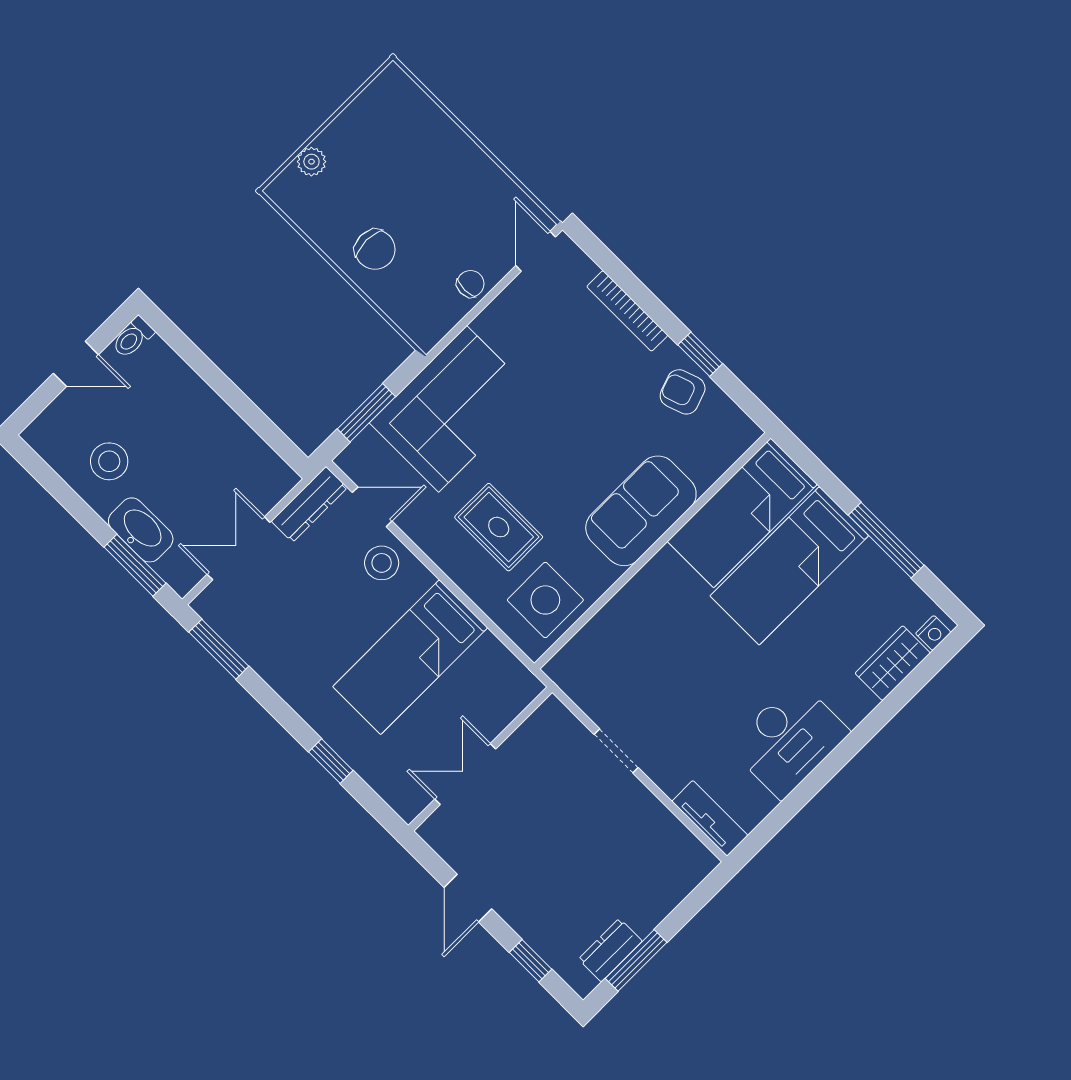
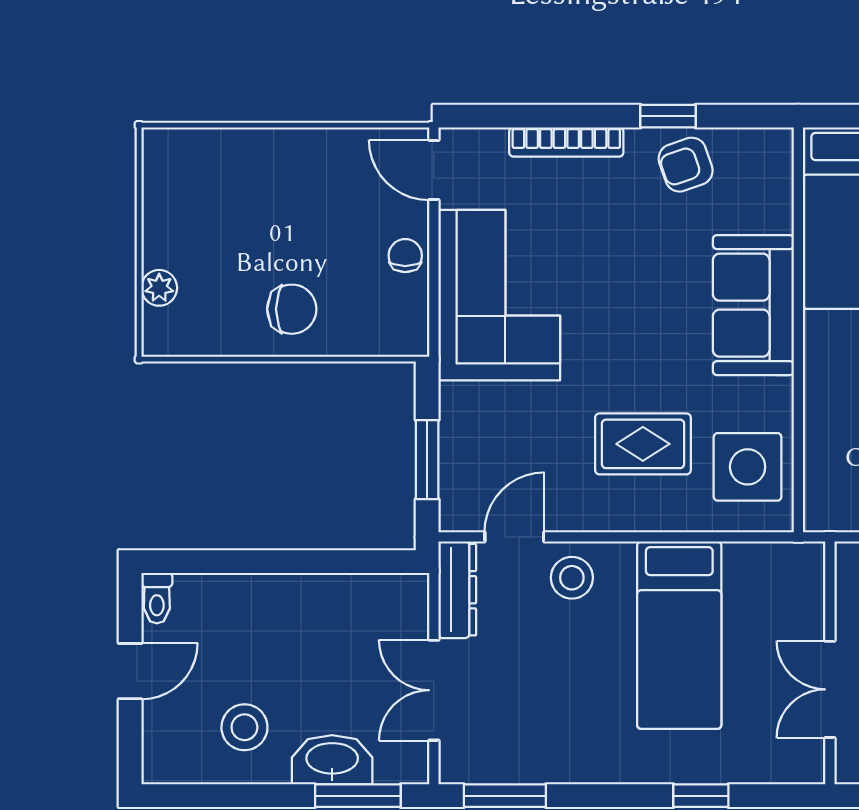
corner sofa: (453, 409) -> (499, 295), moved

